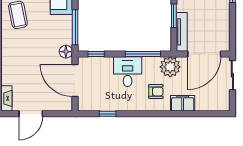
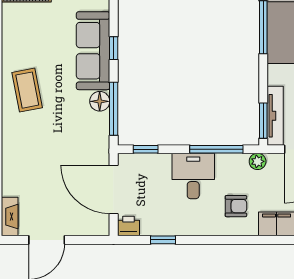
window: (174, 16) -> (263, 121), moved
floor lamp: (66, 52) -> (100, 101), moved
plant: (170, 67) -> (258, 161), width x0.53, depth x0.53
printer: (85, 105) -> (128, 226), added

